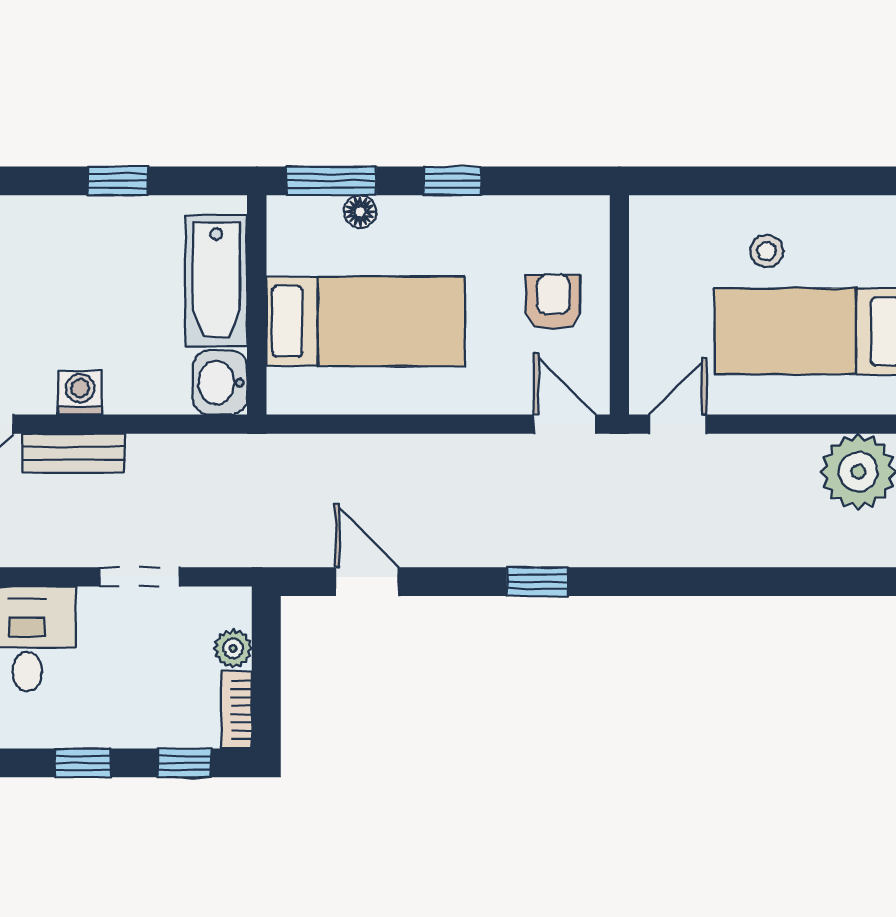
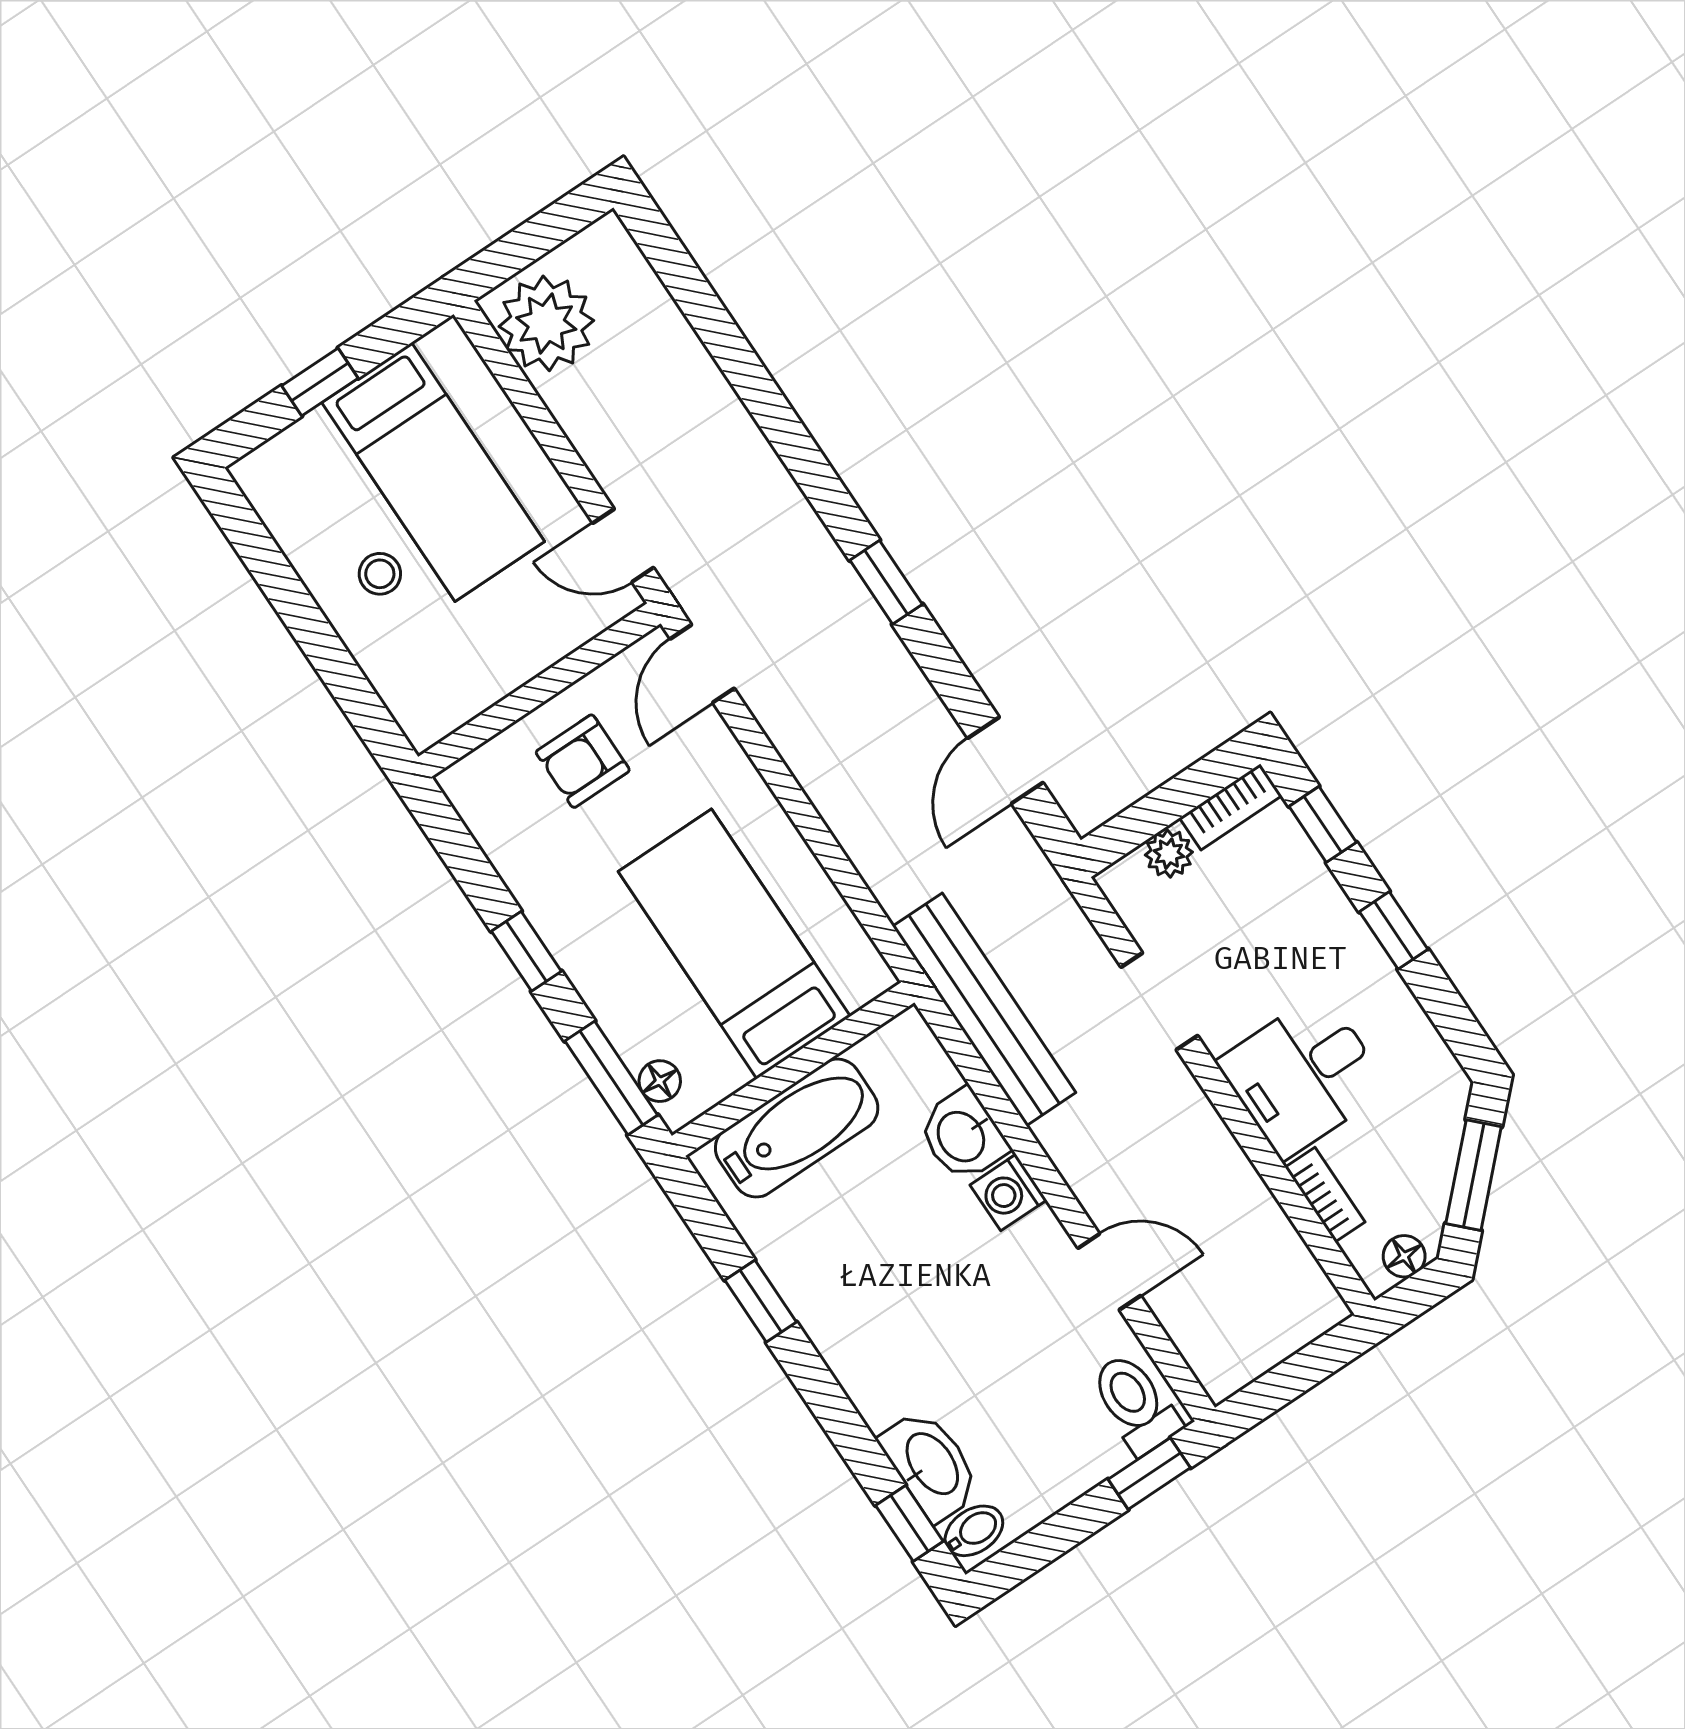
floor lamp: (360, 212) -> (660, 1081), moved
washbasin: (220, 383) -> (963, 1135), moved, turned 90
bench: (74, 453) -> (984, 1009), moved, width x1.86, depth x1.21

